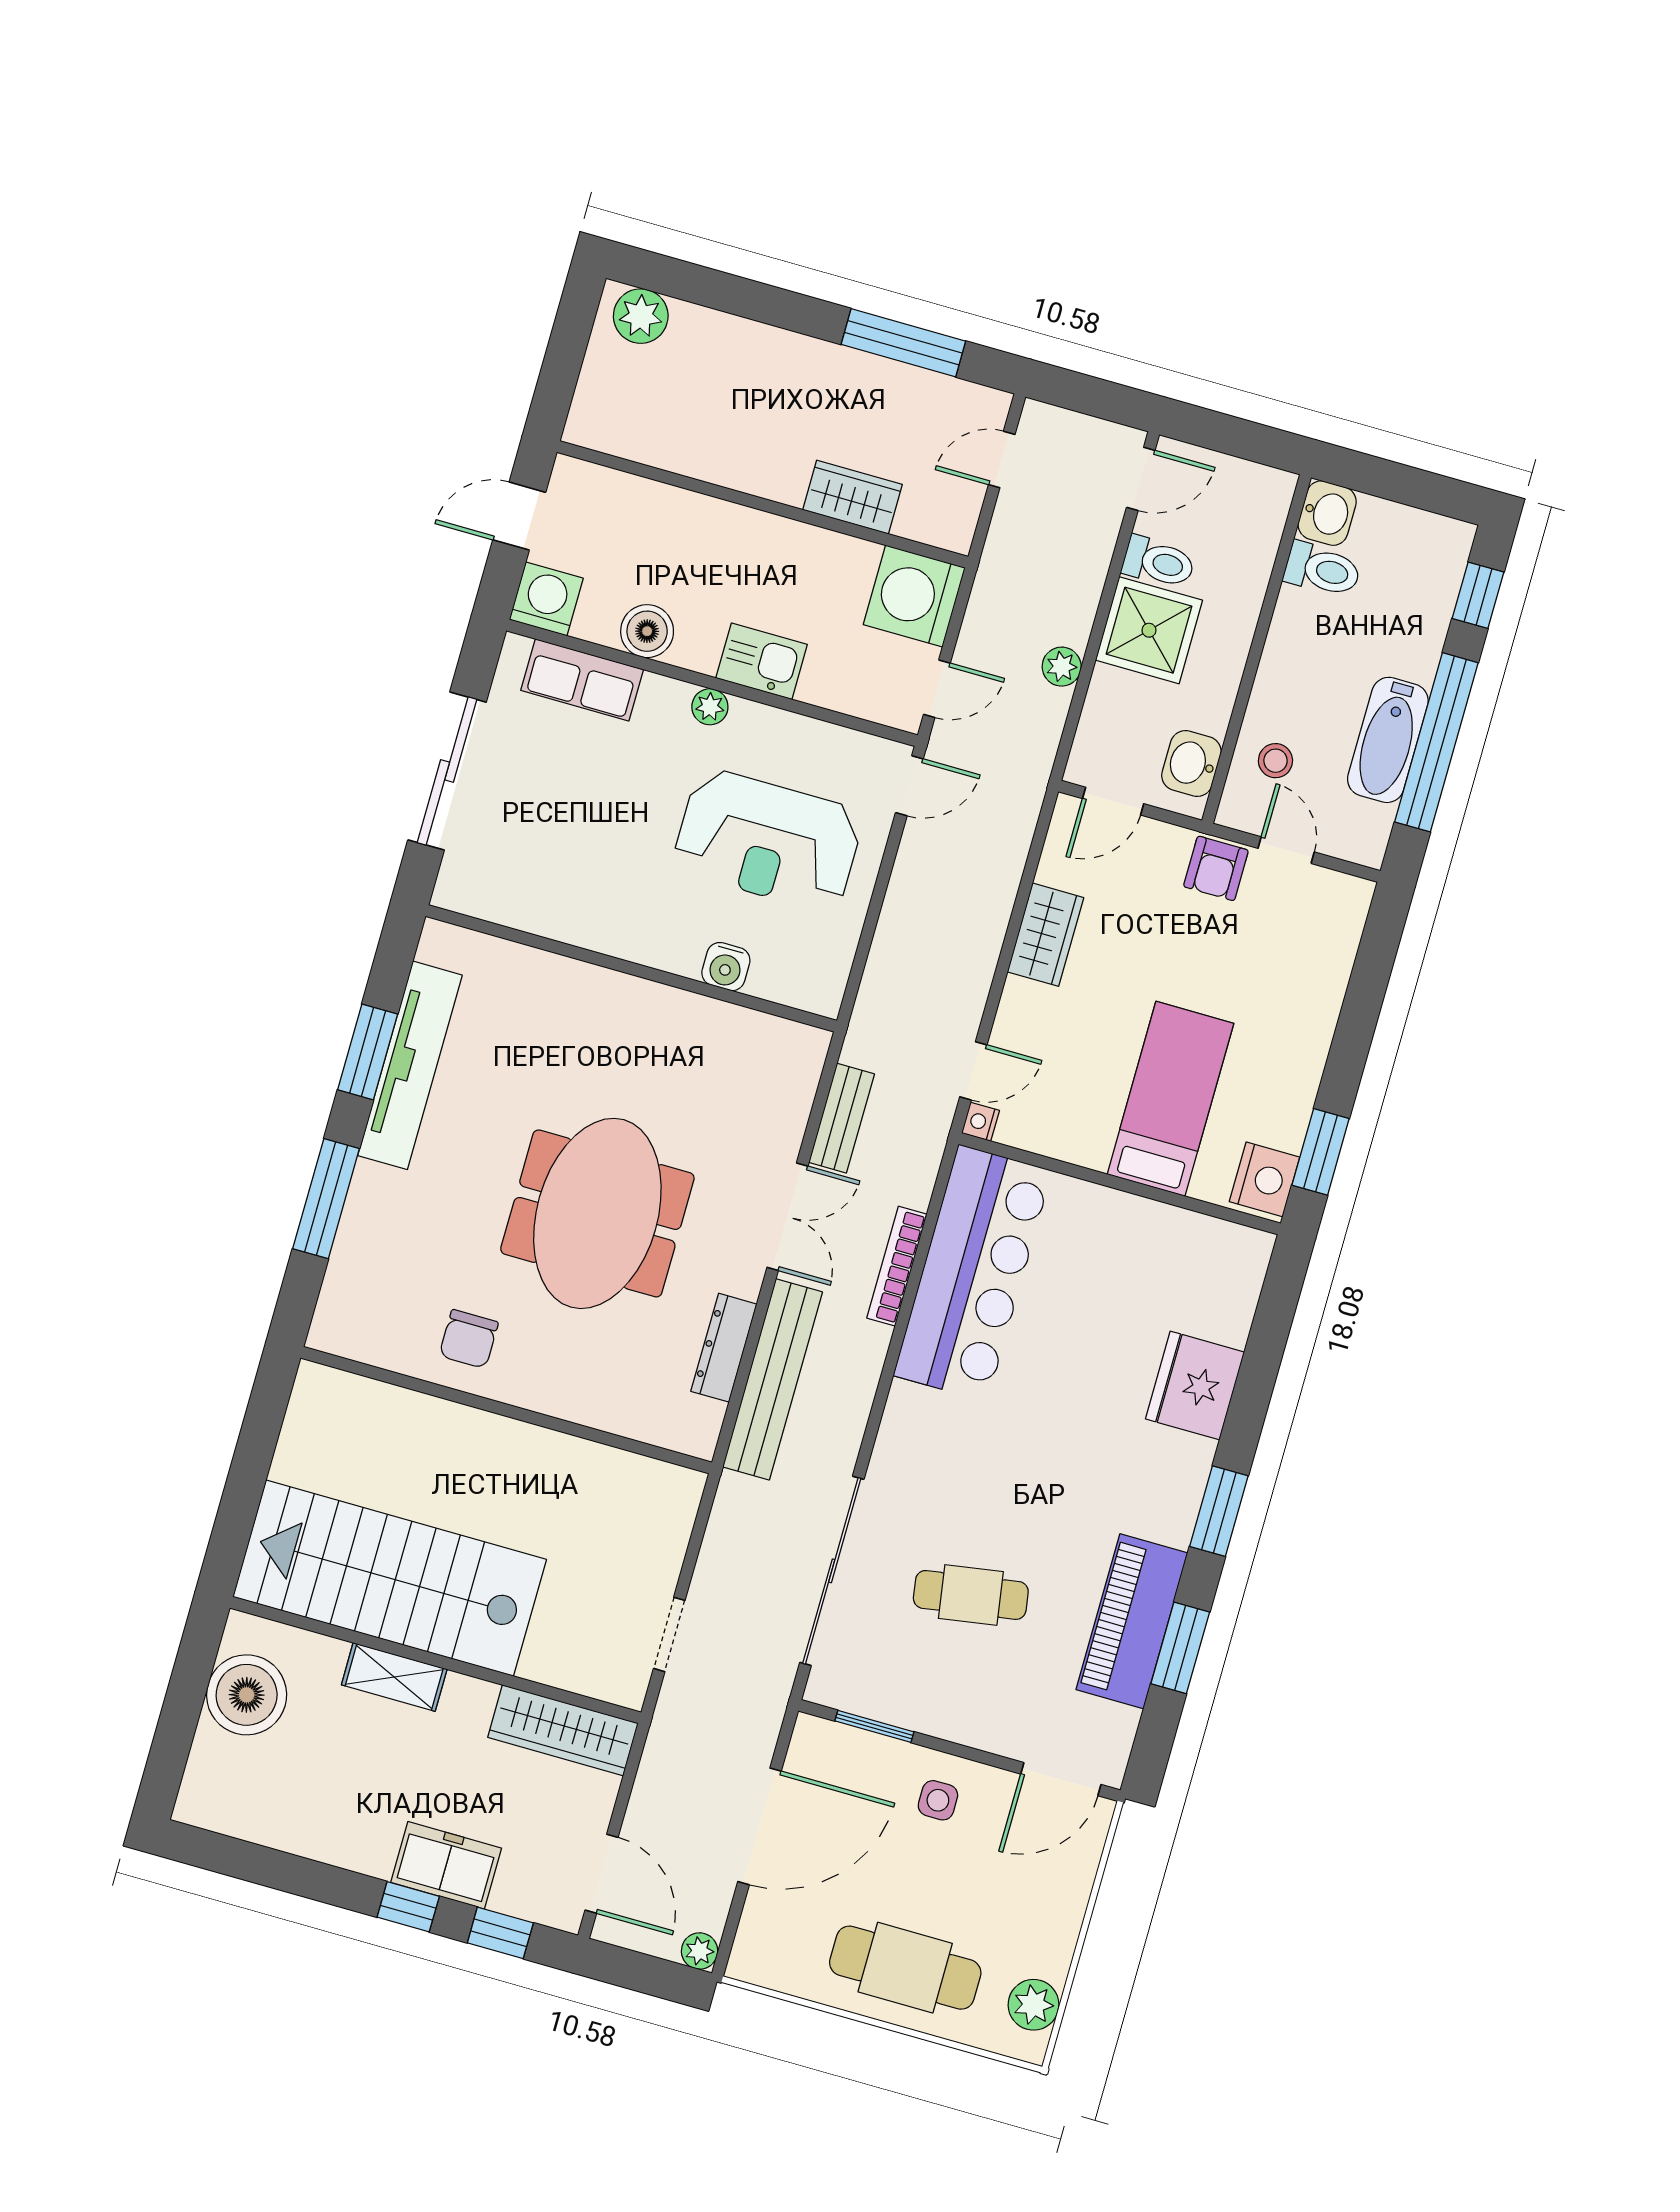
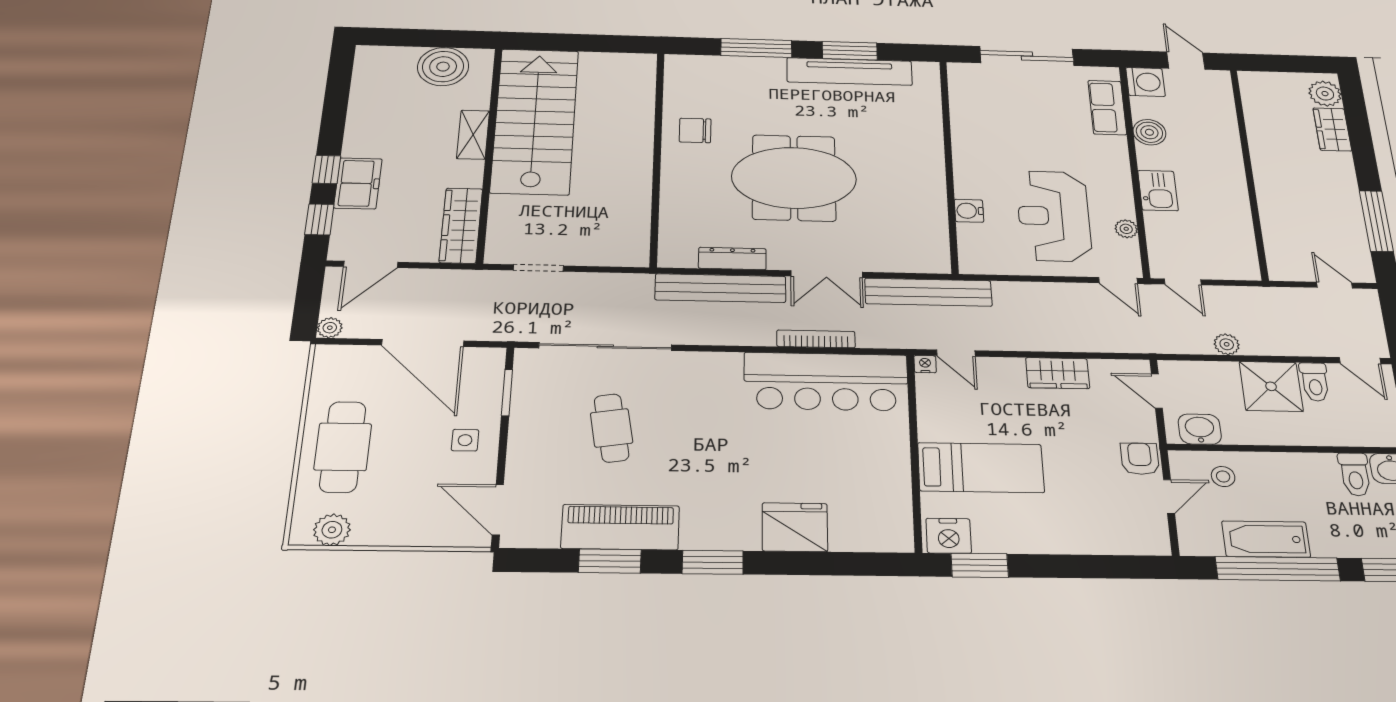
wardrobe: (852, 497) -> (1332, 129), moved, turned 180
washing machine: (914, 596) -> (1232, 258), removed
plant: (710, 707) -> (1126, 229), moved
armchair: (1216, 868) -> (1140, 459), turned 90
bench: (842, 1118) -> (928, 292), width x1.86, depth x1.21

